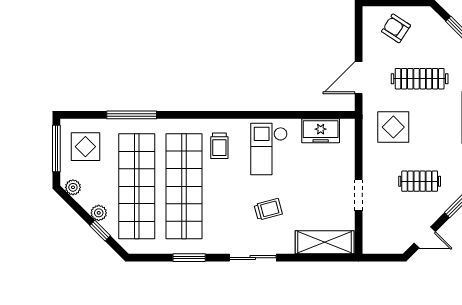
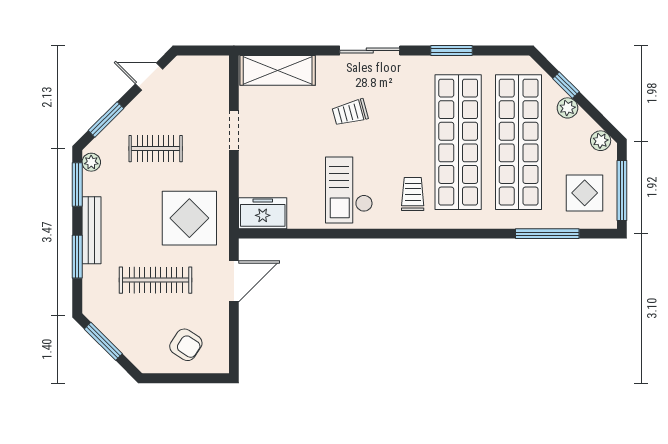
window: (132, 115) -> (547, 234), moved
display table: (393, 127) -> (189, 218), width x1.36, depth x1.36
freezer: (321, 131) -> (263, 213), moved
checkout: (269, 149) -> (349, 190), turned 180

